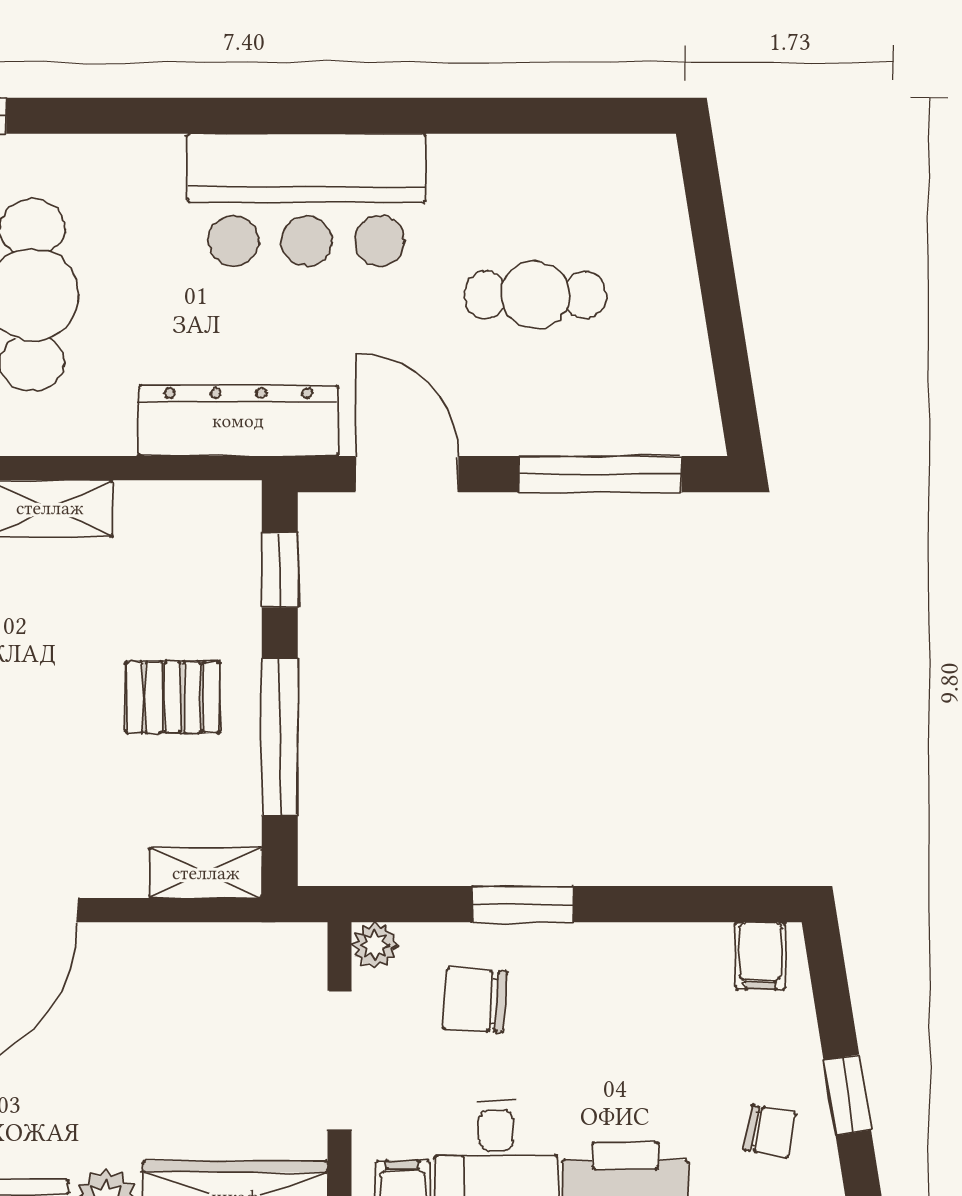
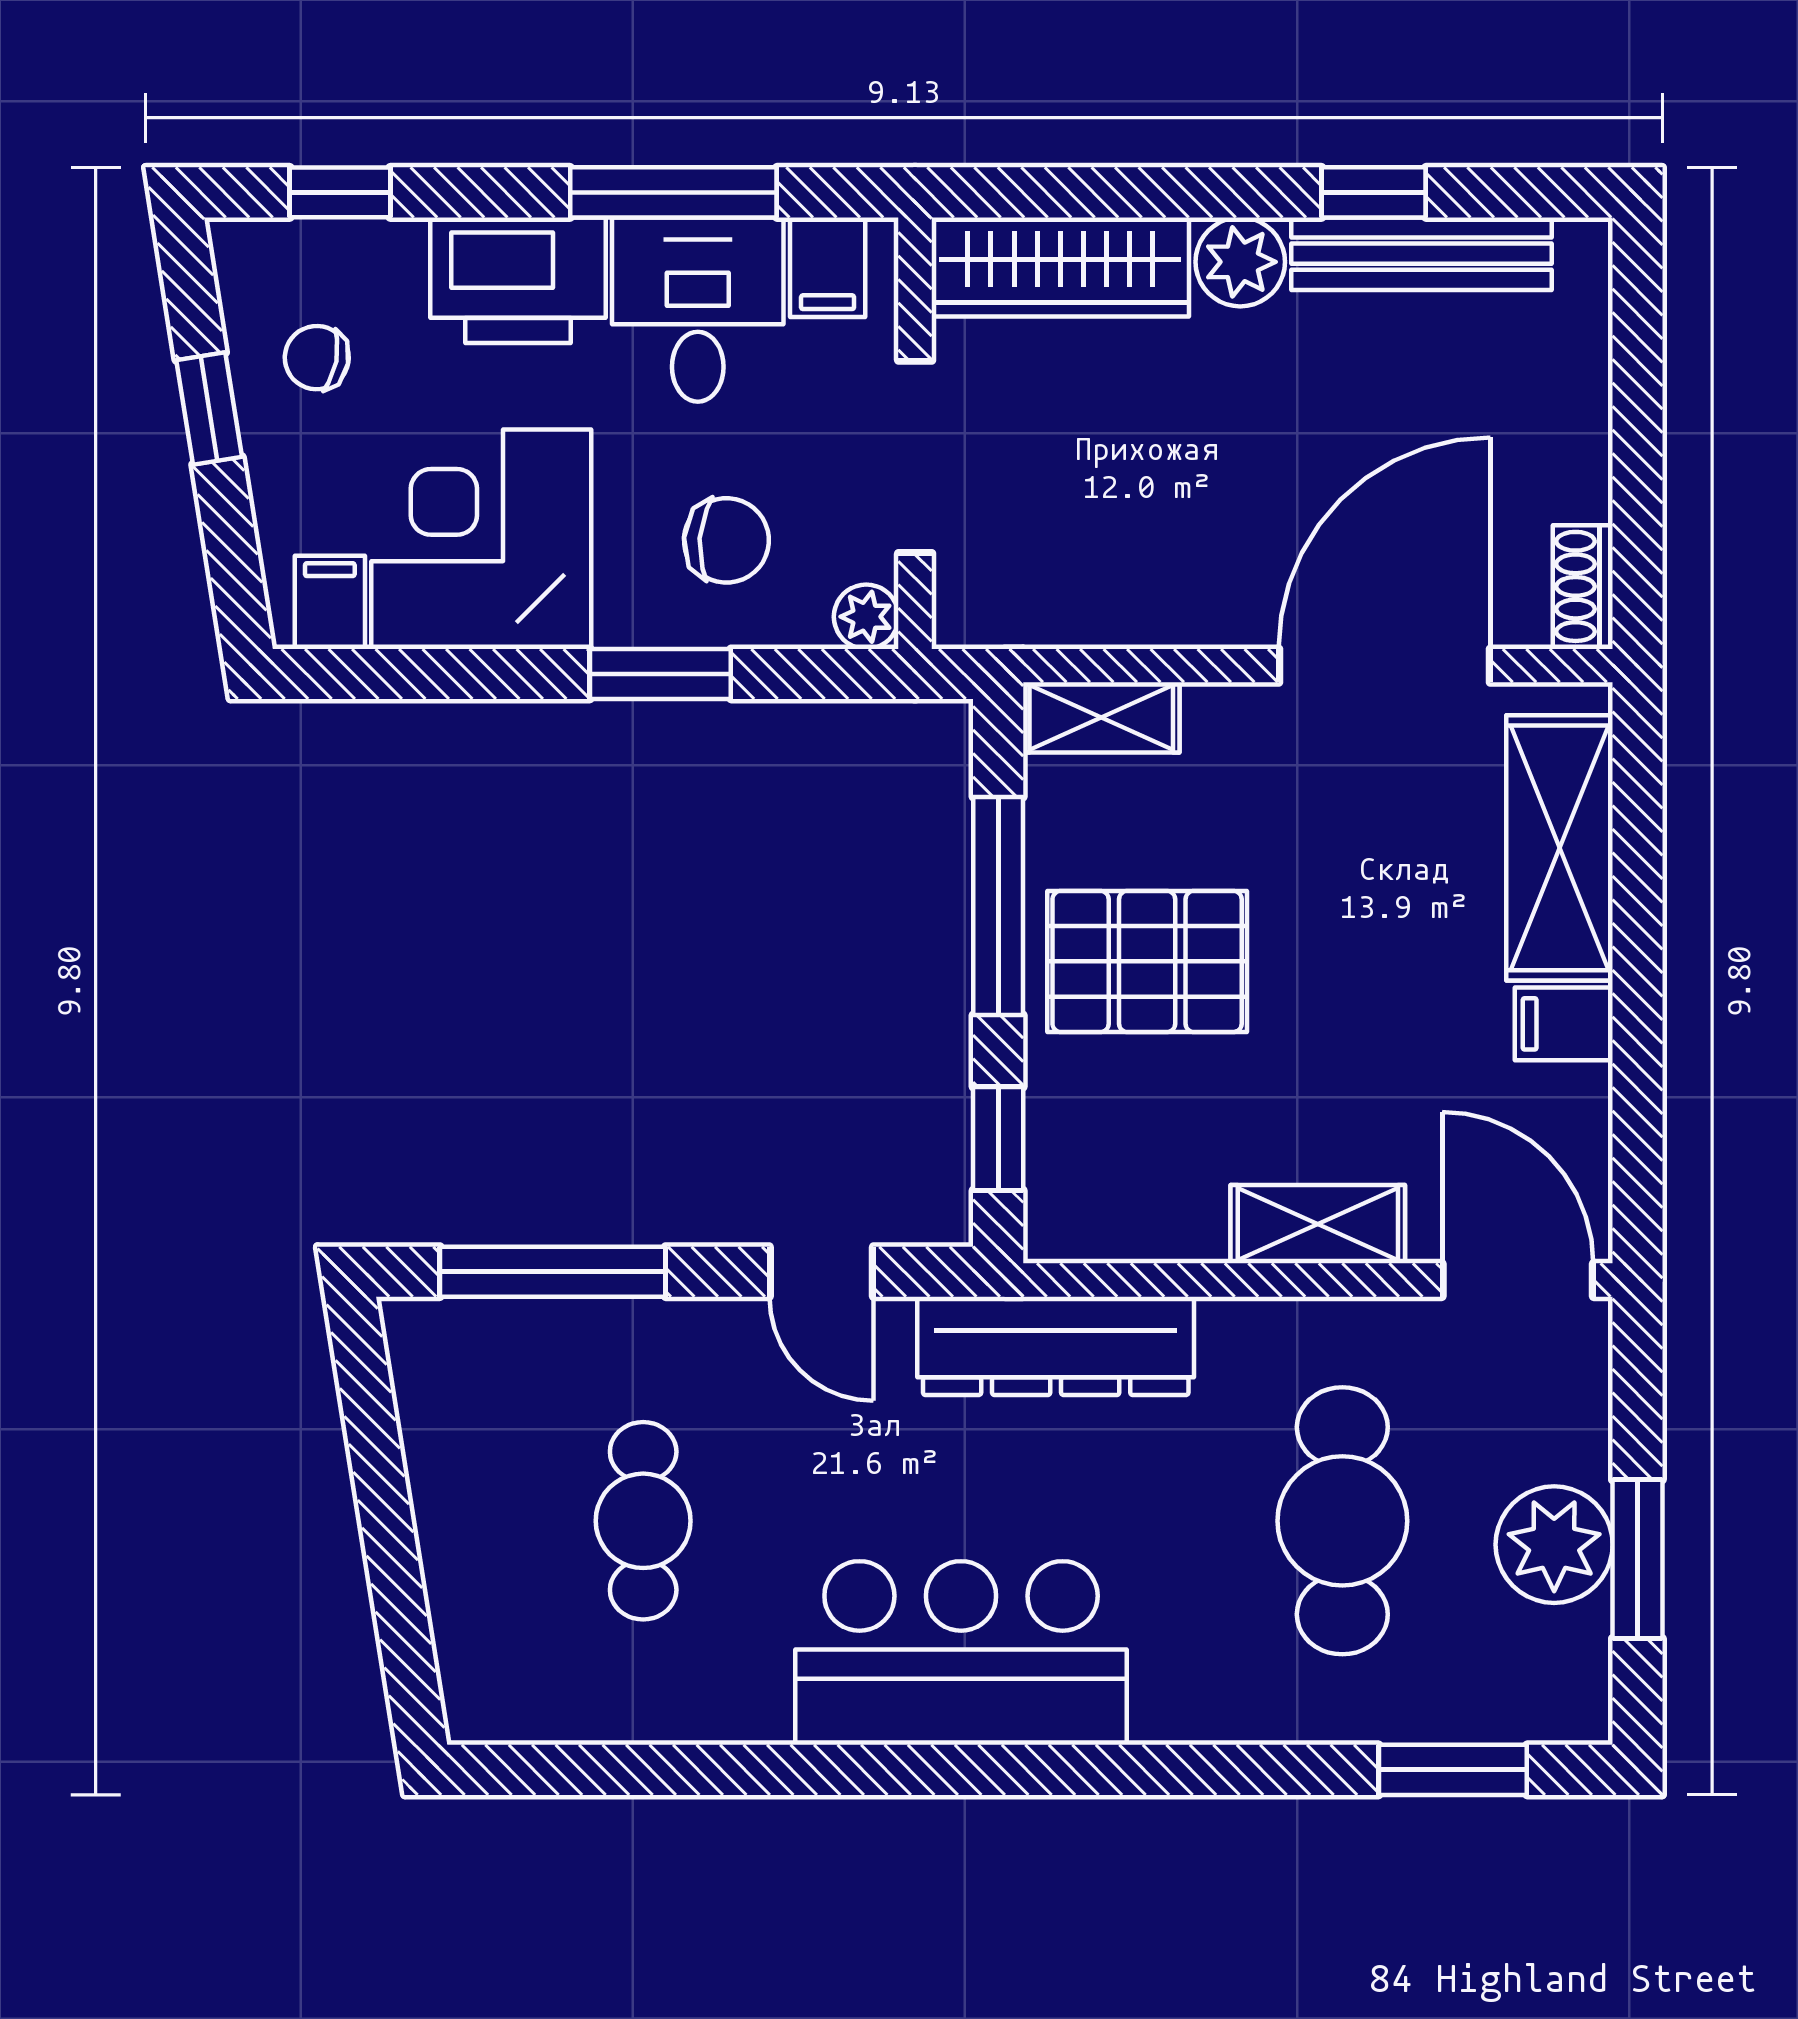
cafe table: (535, 295) -> (643, 1521), turned 90
door: (407, 474) -> (821, 1272), width x0.73
pallet: (173, 697) -> (1147, 961), width x1.50, depth x1.42
corner desk: (652, 1001) -> (481, 539), added

